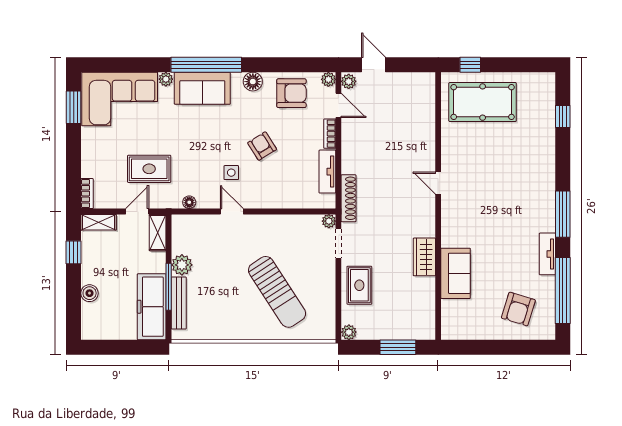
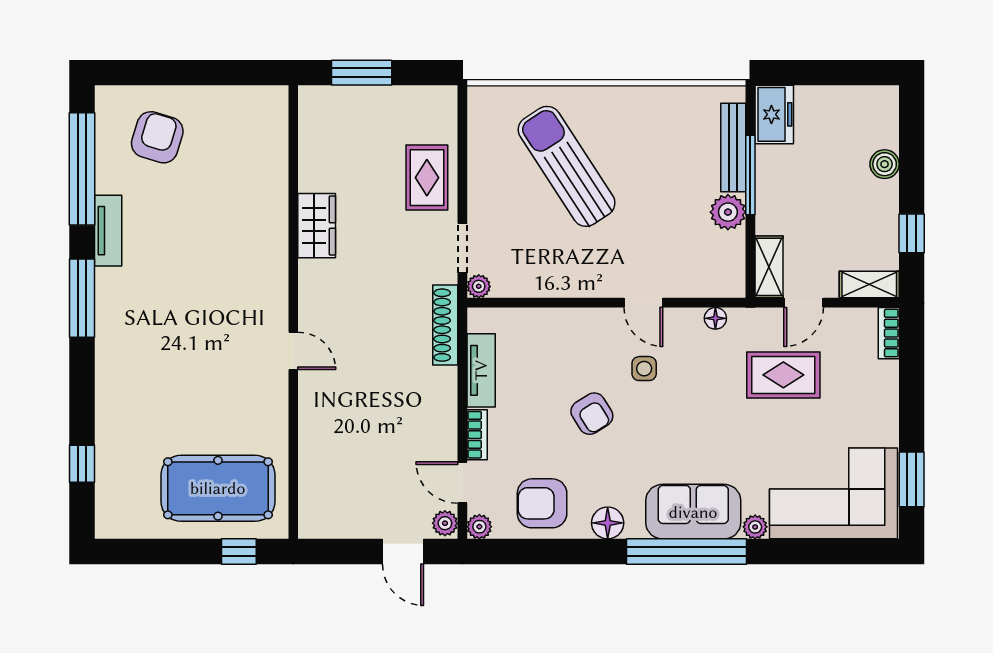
sofa: (456, 273) -> (264, 198), removed
freezer: (152, 307) -> (774, 114), width x0.52, depth x0.79
plant: (349, 332) -> (445, 98), removed

